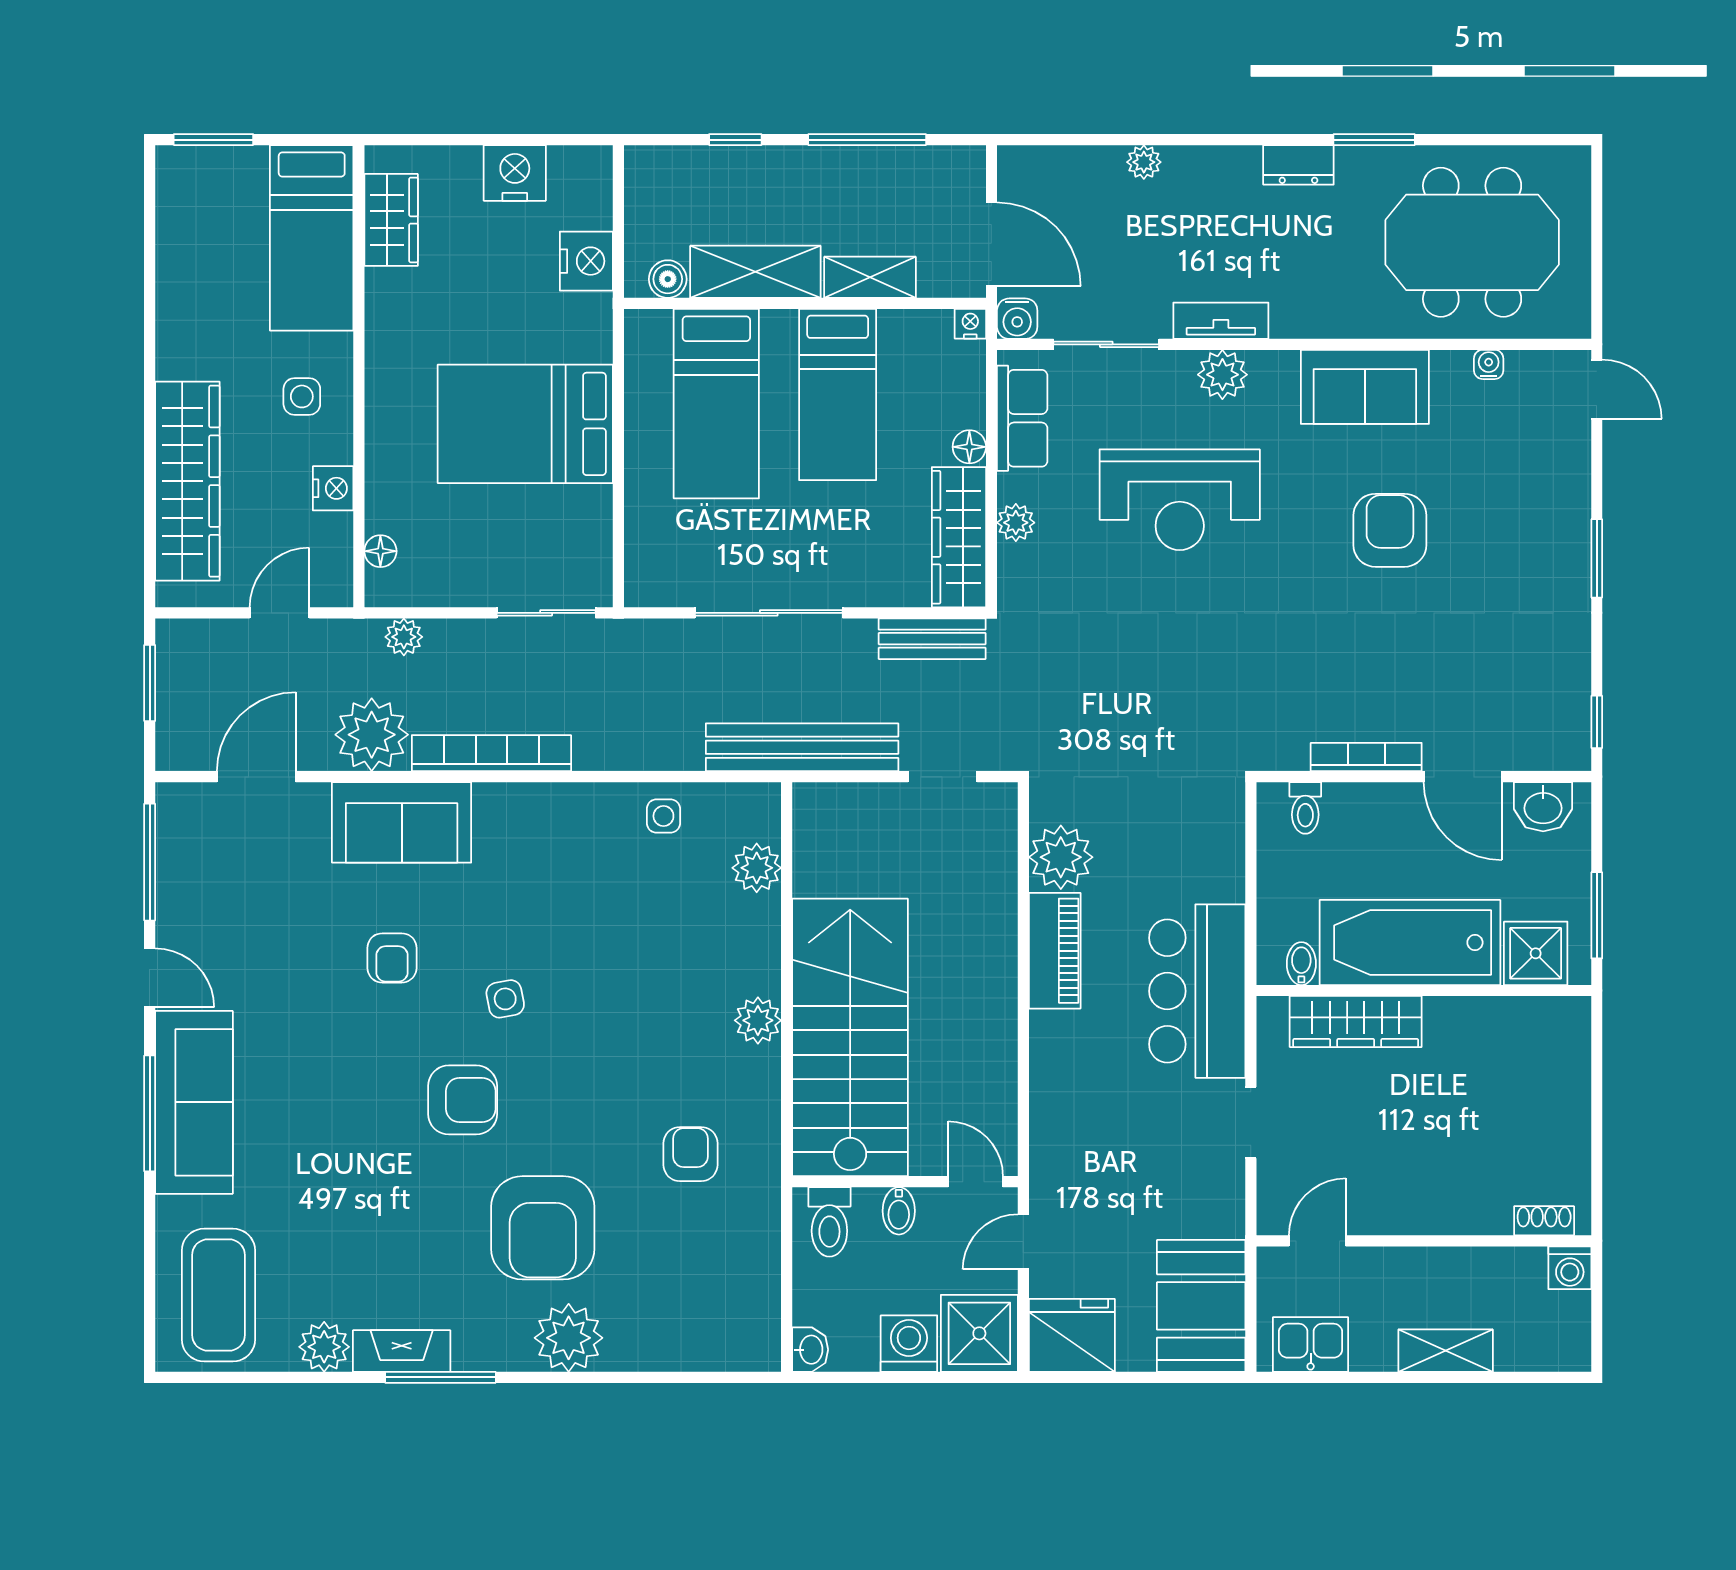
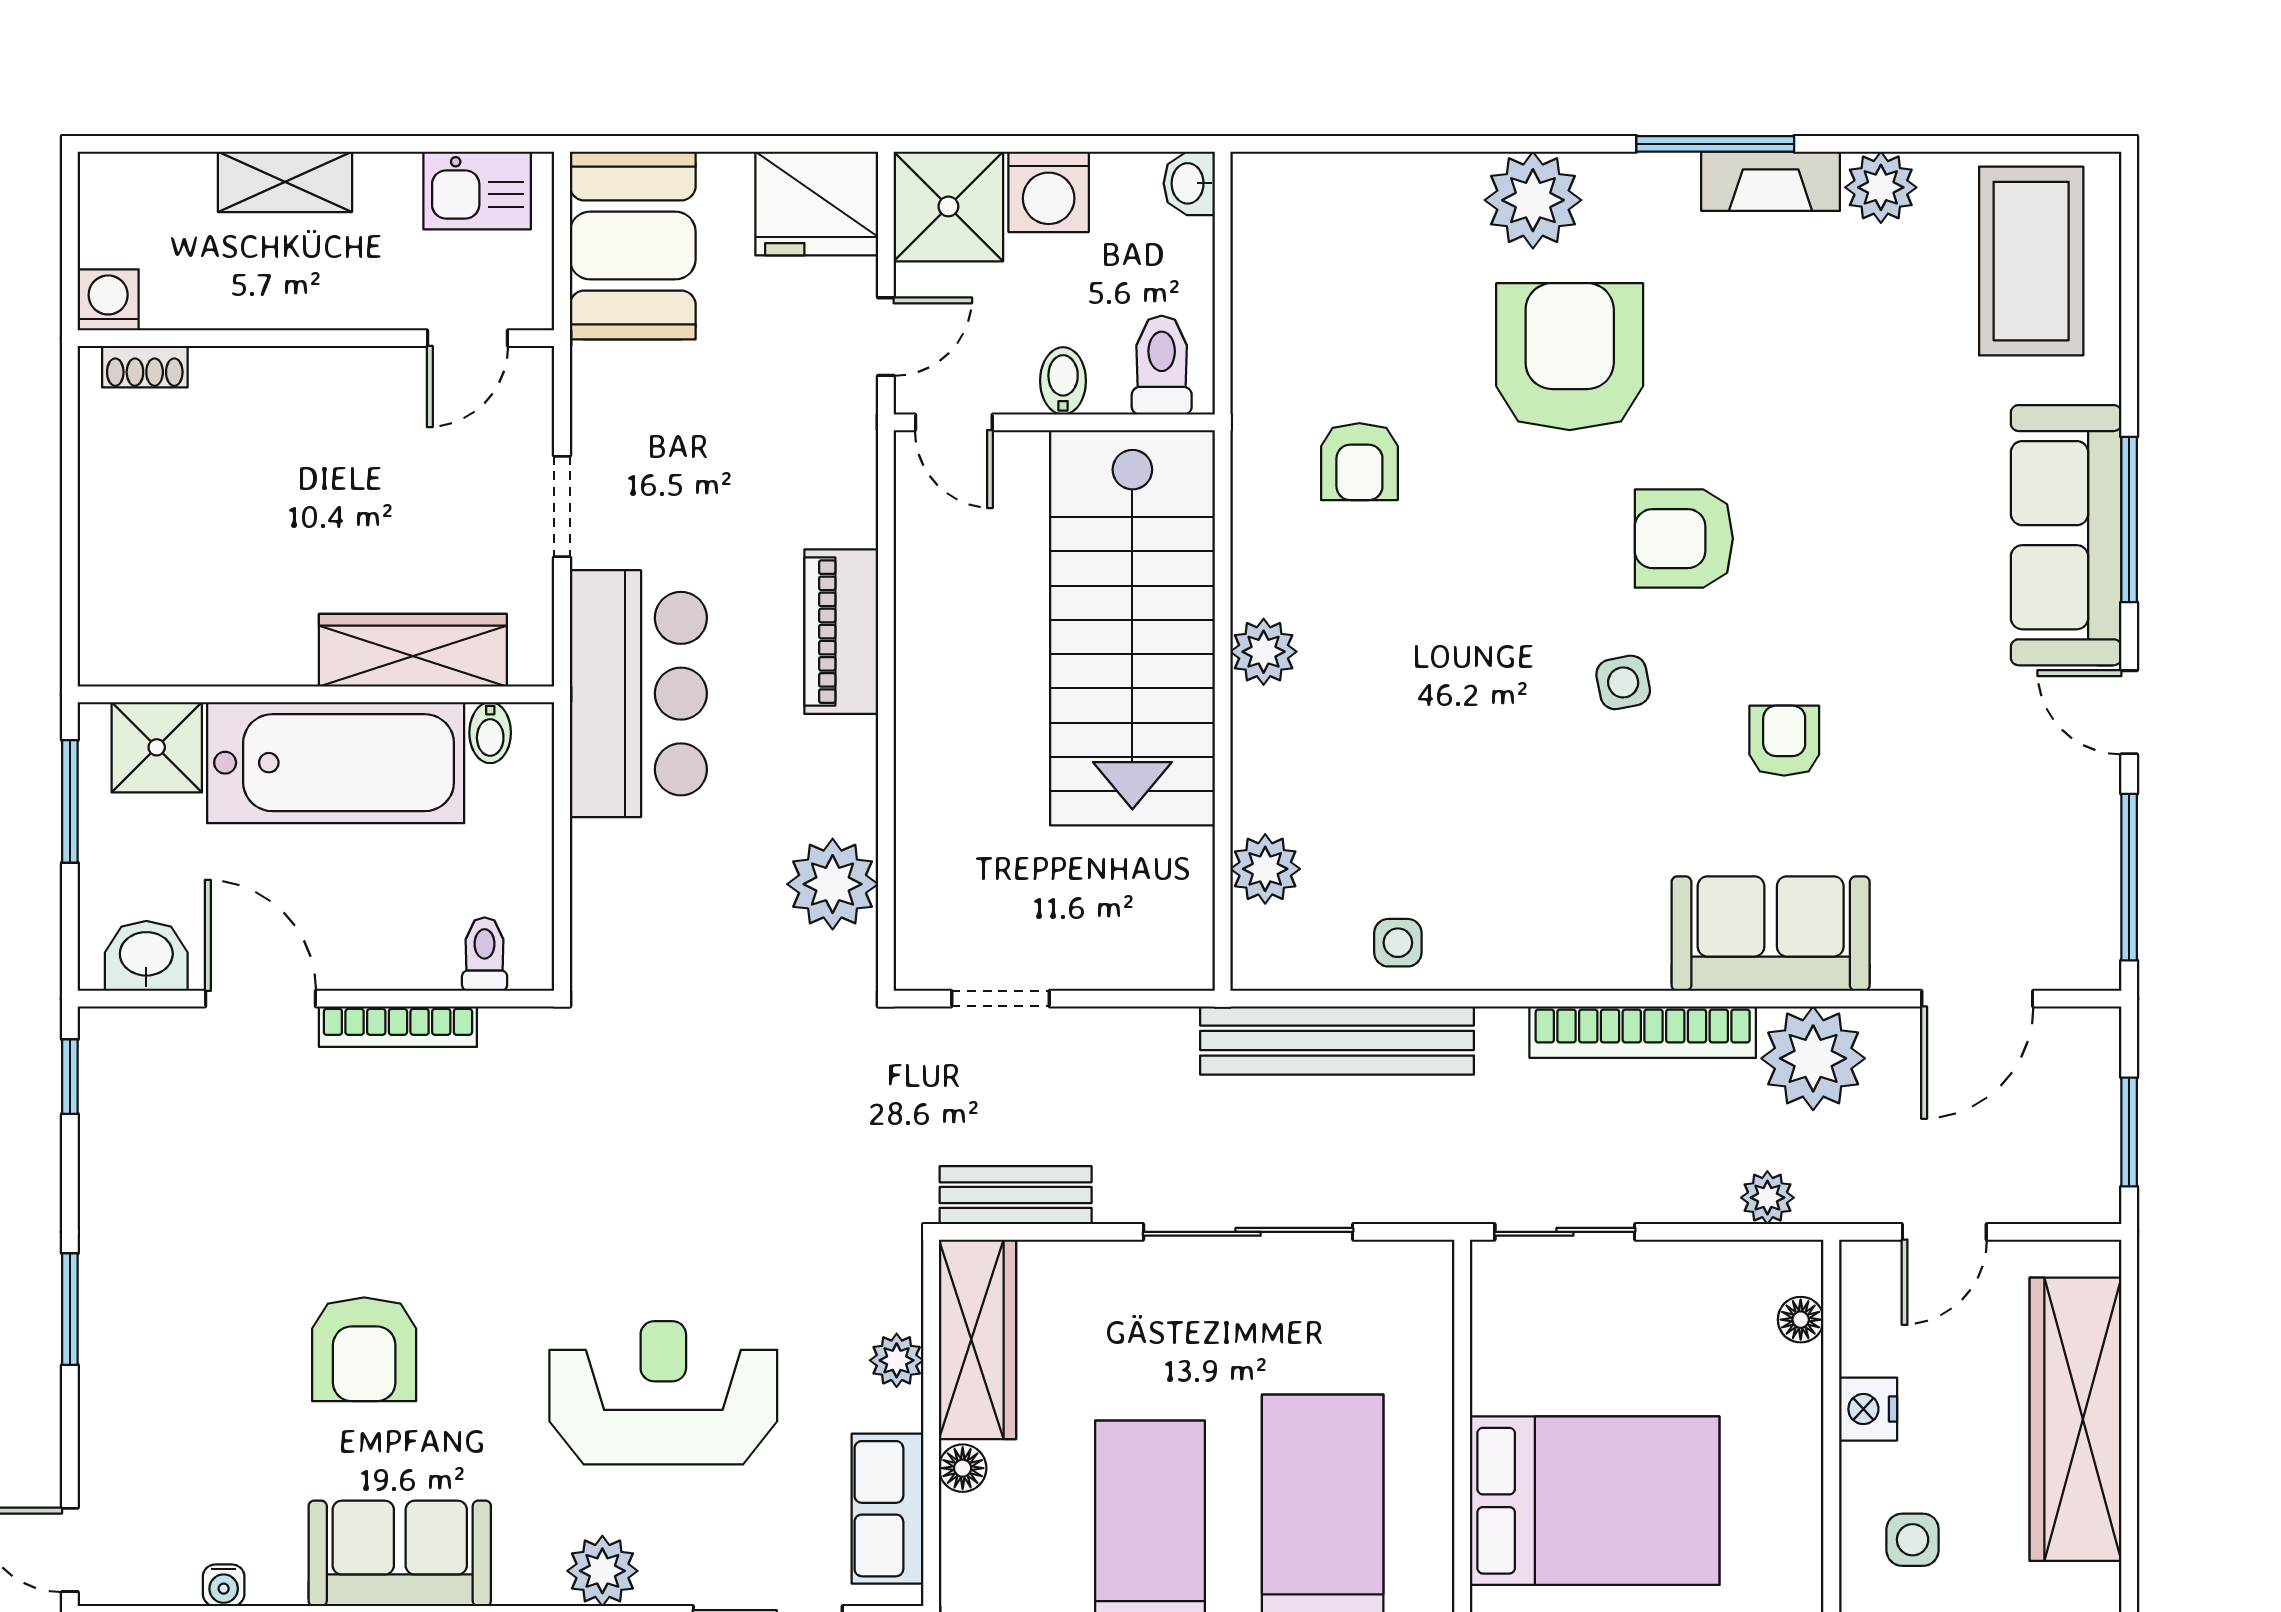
bench: (802, 747) -> (1337, 1041), moved
piano: (1055, 951) -> (841, 632), moved

